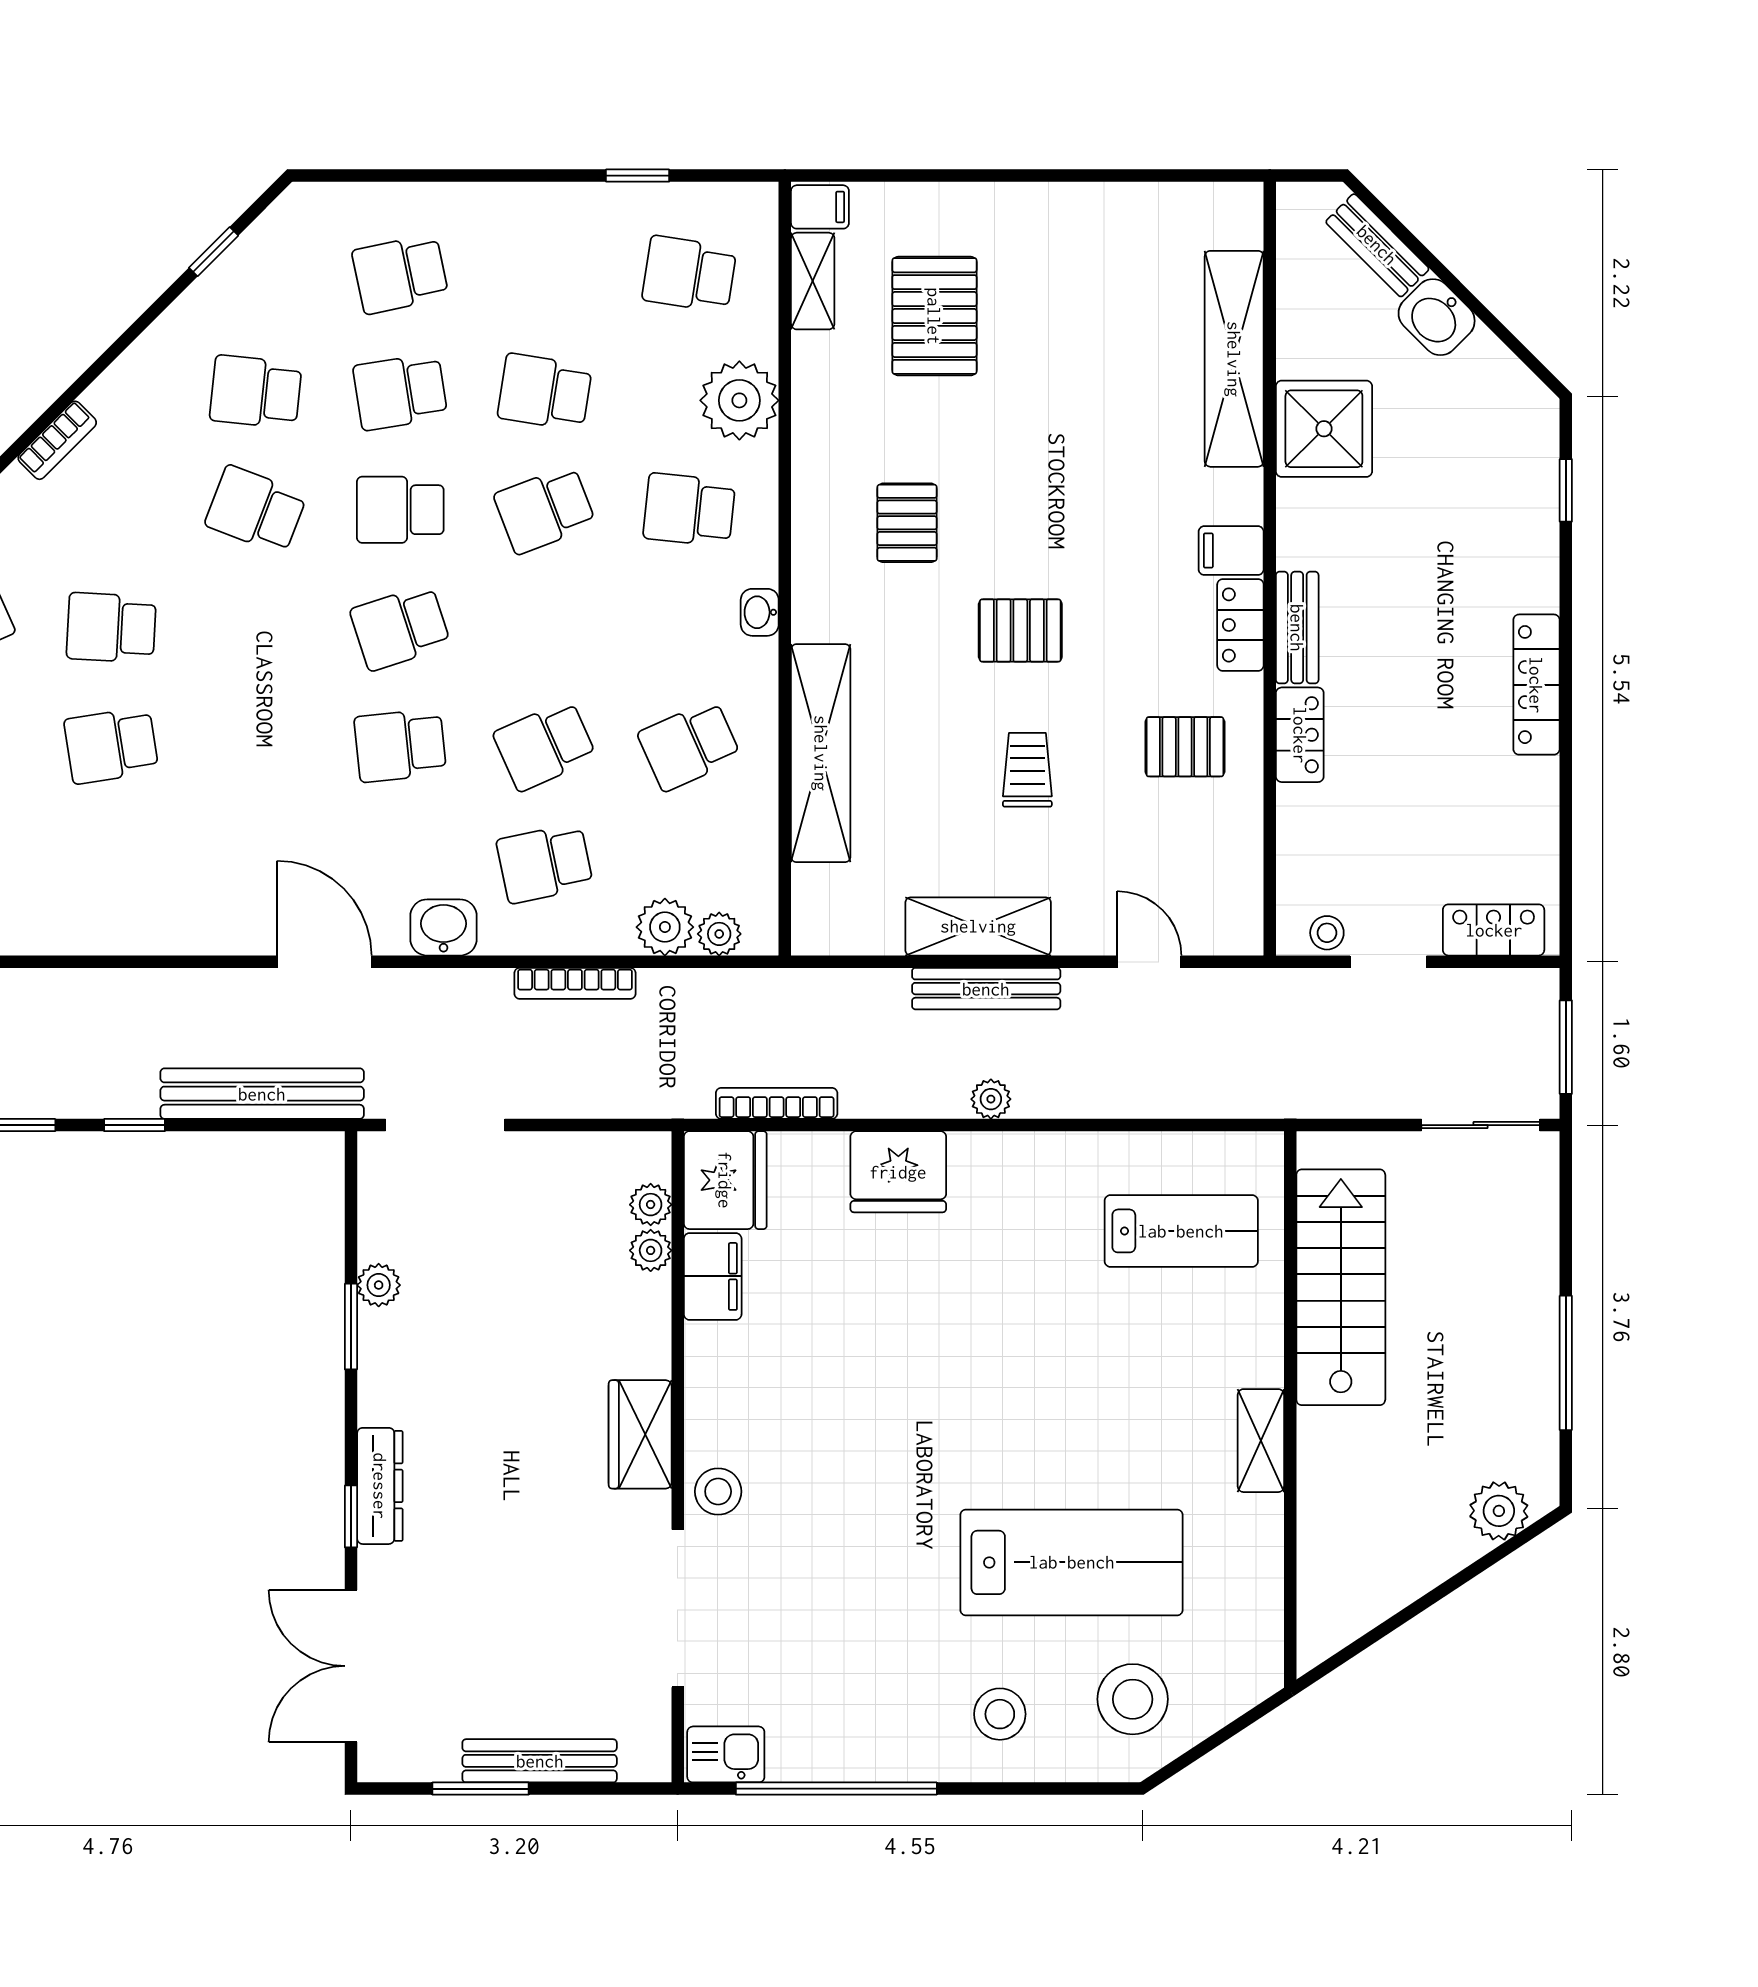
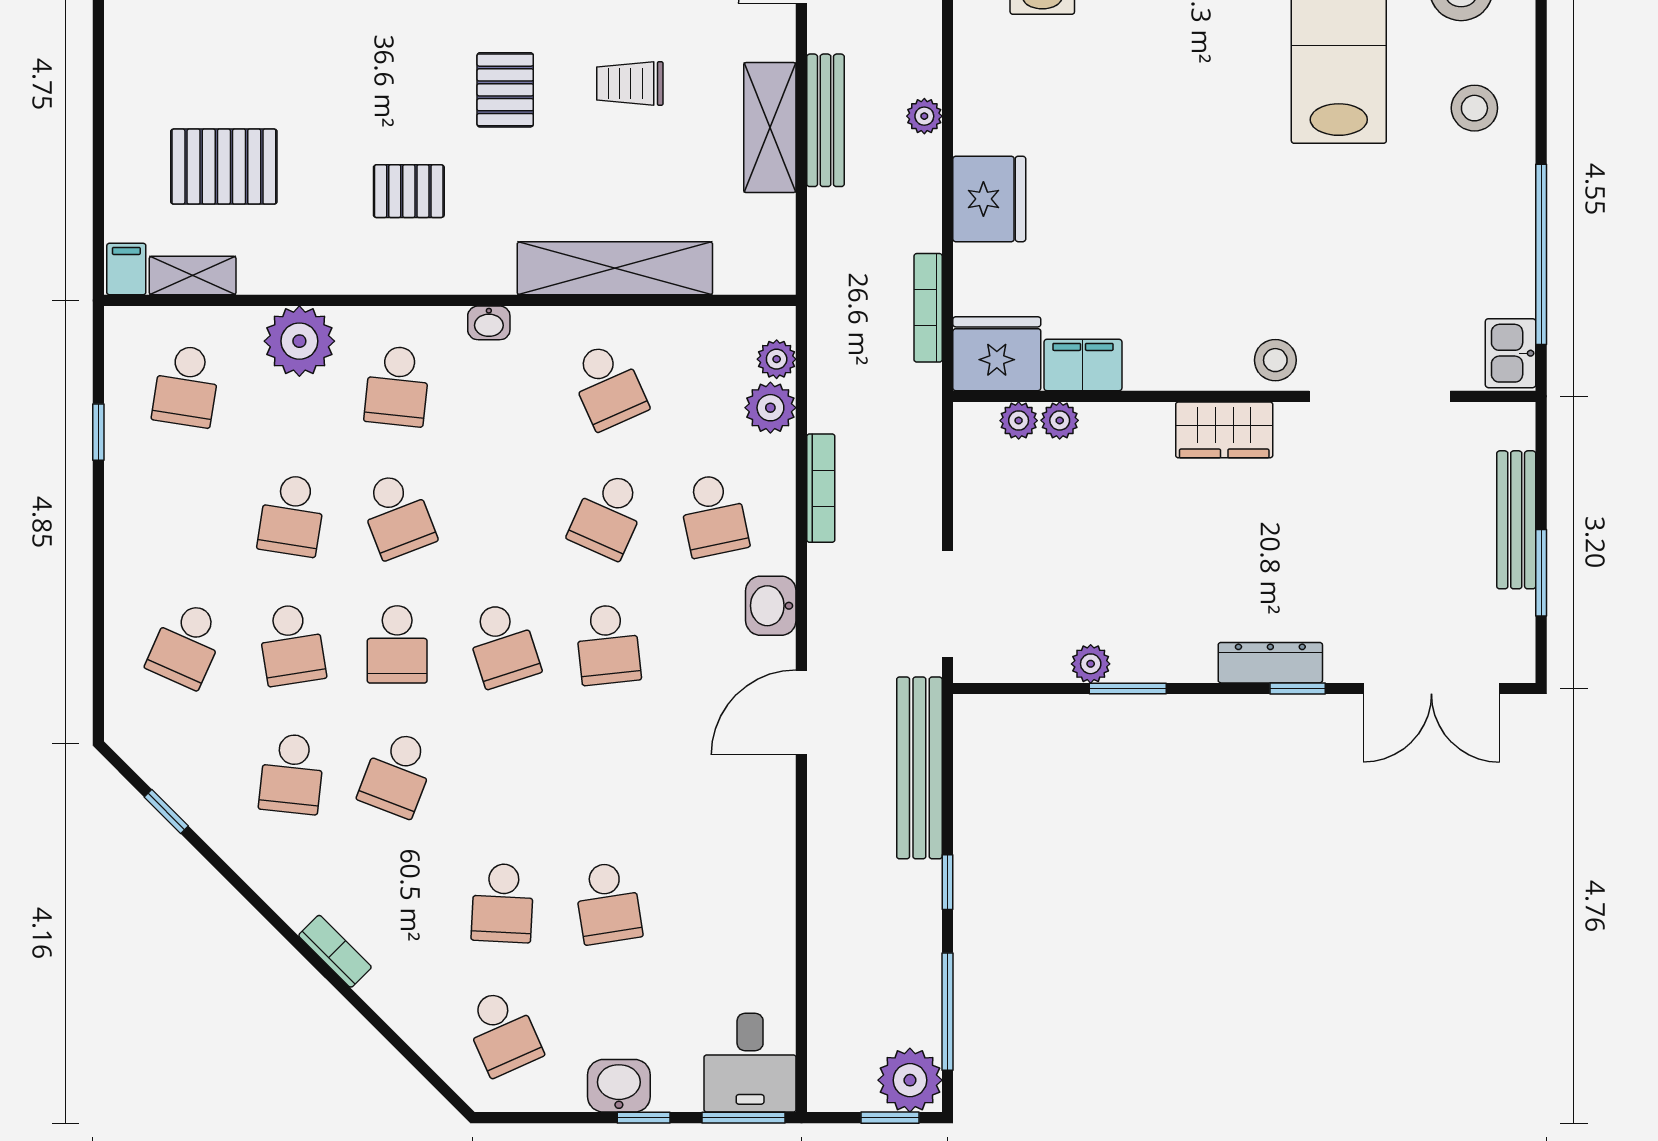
school desk: (400, 274) -> (186, 644), turned 36
school desk: (545, 745) -> (608, 515), turned 48

